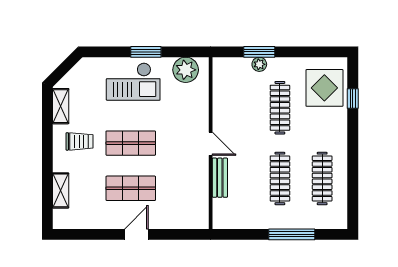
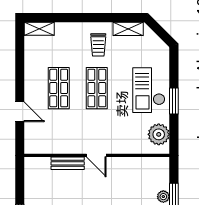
door: (211, 144) -> (96, 155), hinge flipped
shelving: (61, 190) -> (39, 29), moved
door: (136, 234) -> (20, 112), moved

